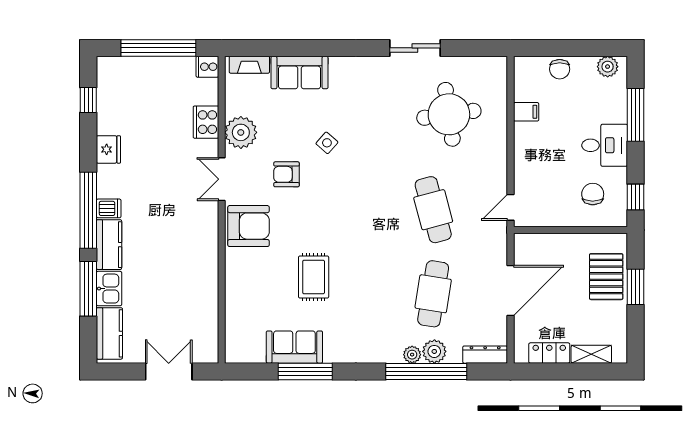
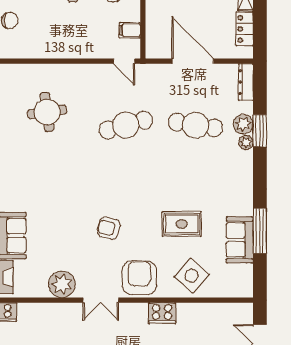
filing cabinet: (526, 112) -> (130, 30), moved, turned -90
round table: (449, 114) -> (47, 112), width x0.73, depth x0.73
cooker: (206, 122) -> (162, 313), moved
side table: (327, 143) -> (192, 276), moved, width x1.87, depth x1.87
armchair: (287, 174) -> (109, 228), moved, turned 104
window: (426, 371) -> (260, 131), width x0.47

